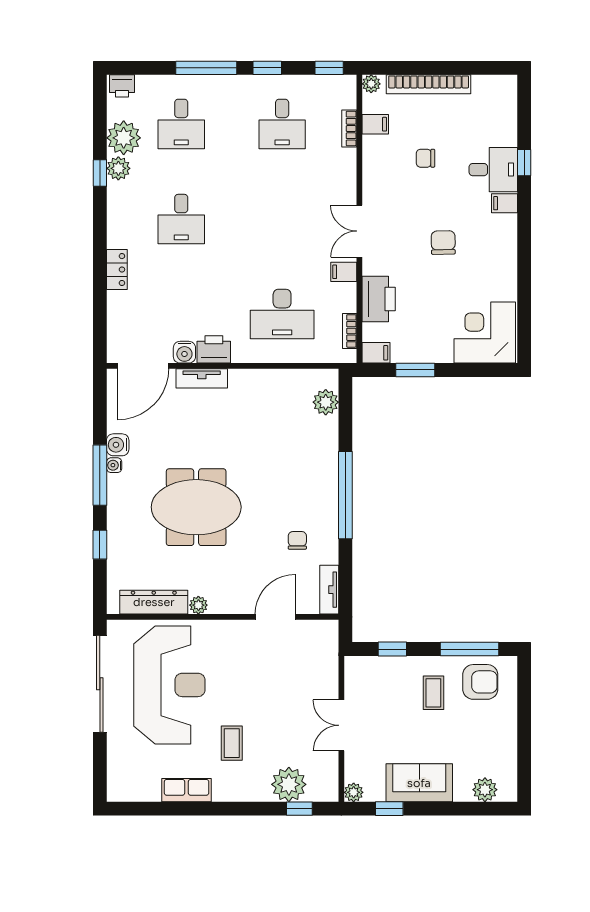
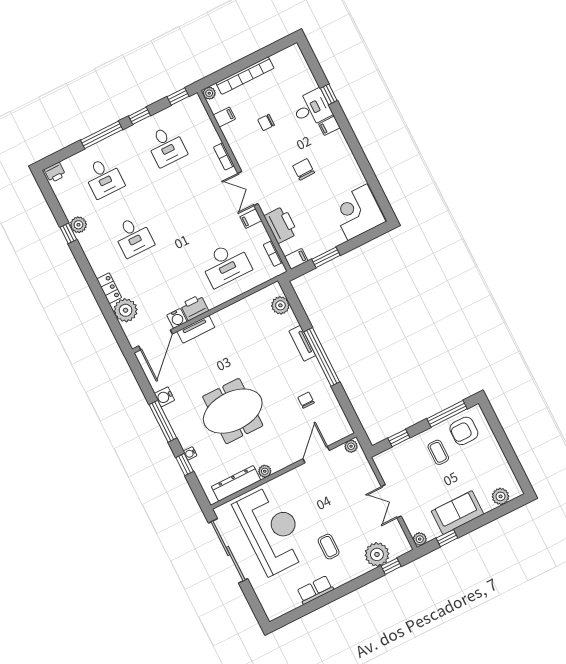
bookcase: (349, 129) -> (224, 156), moved
plant: (124, 138) -> (126, 310), moved
water cooler: (114, 465) -> (190, 453), moved
tv unit: (329, 590) -> (302, 343), moved
plant: (325, 629) -> (351, 446), added
armchair: (480, 682) -> (464, 431), turned 180

